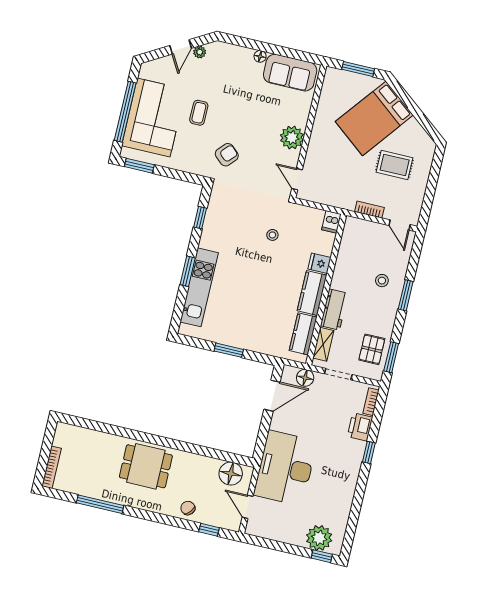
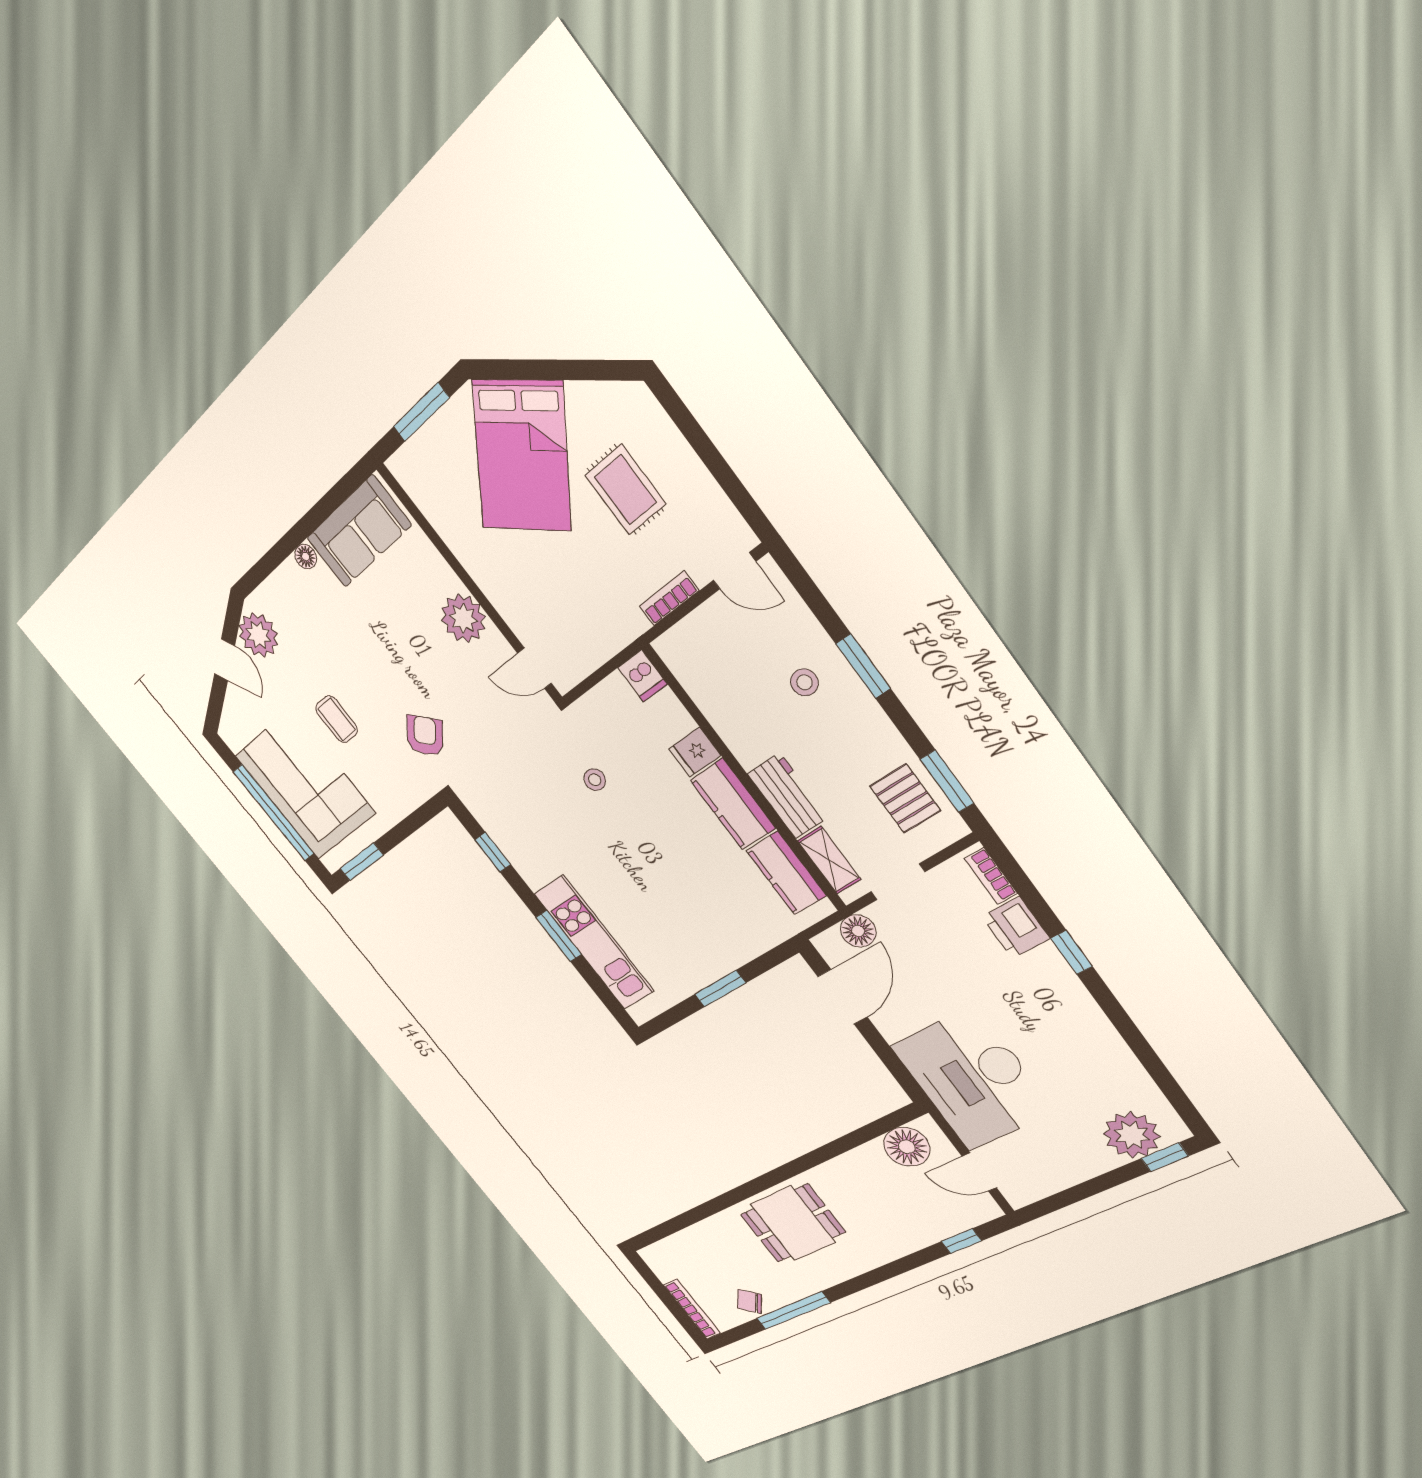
plant: (200, 52) -> (258, 635), width x1.87, depth x1.87
rug: (395, 165) -> (625, 490), turned 90
chair: (188, 508) -> (750, 1301), moved

